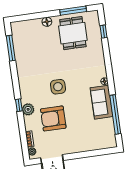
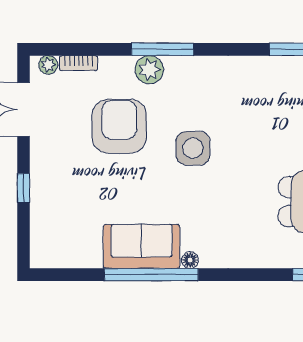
window: (19, 105) -> (162, 49), width x2.17
window: (115, 114) -> (151, 275), moved
window: (84, 154) -> (23, 188), added

